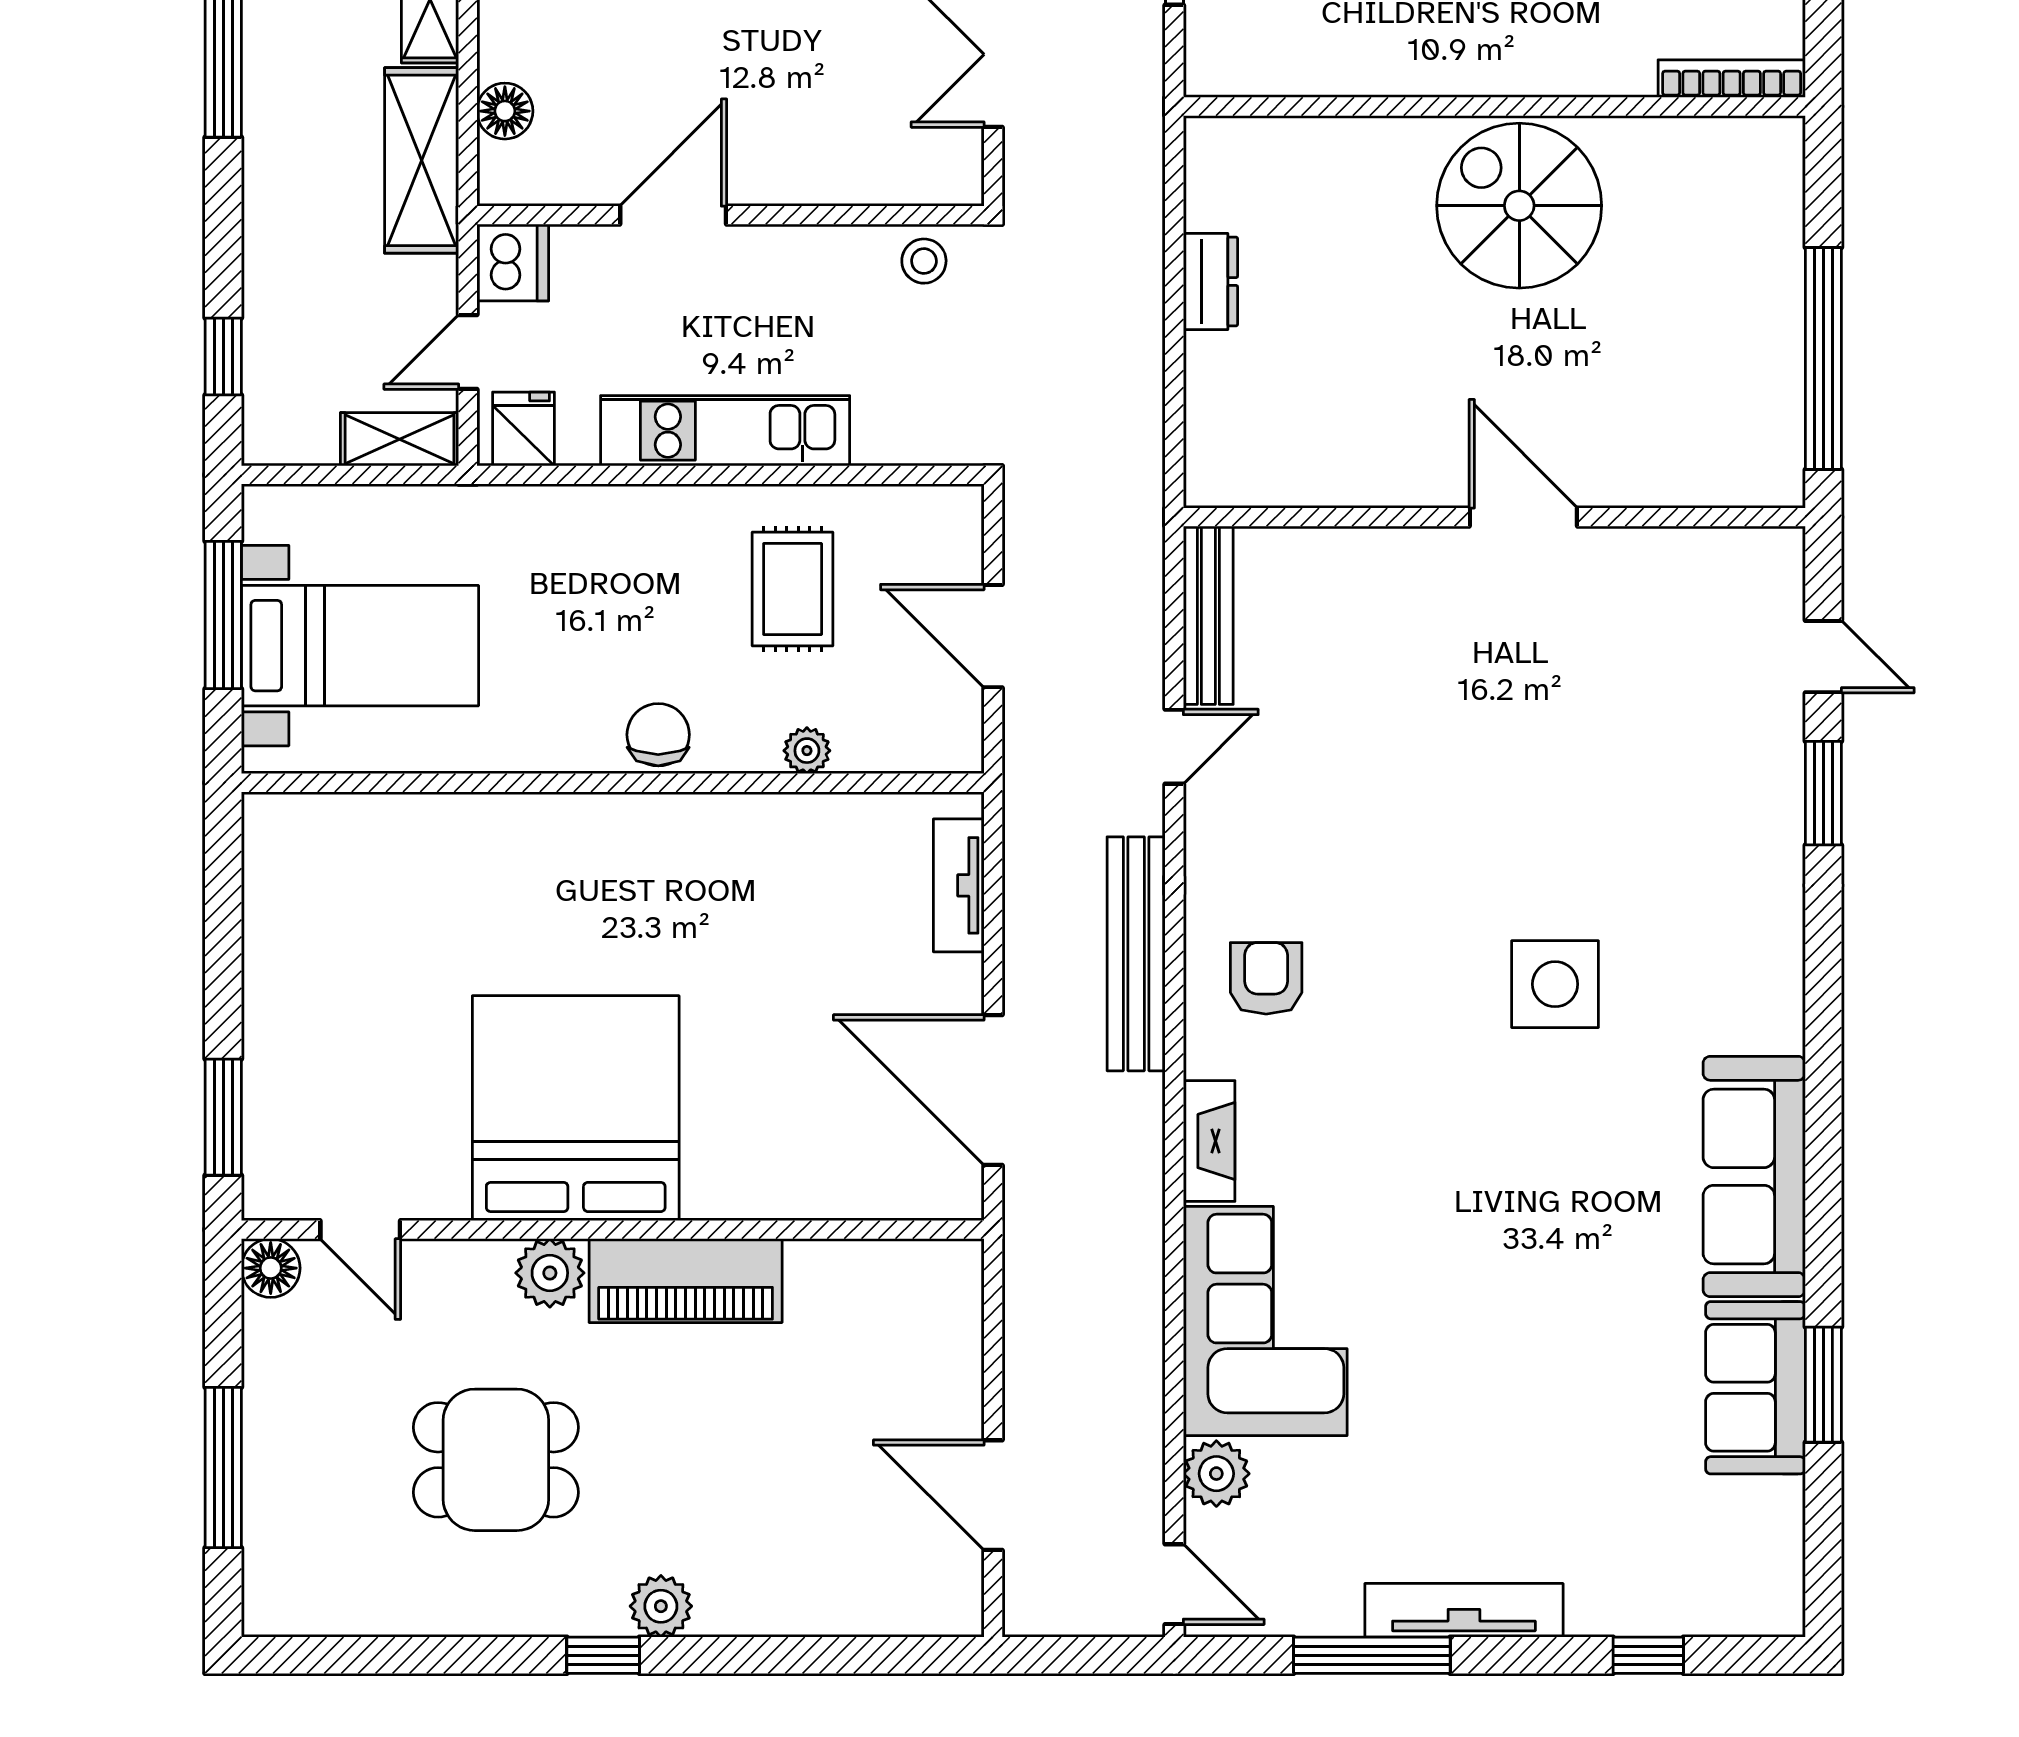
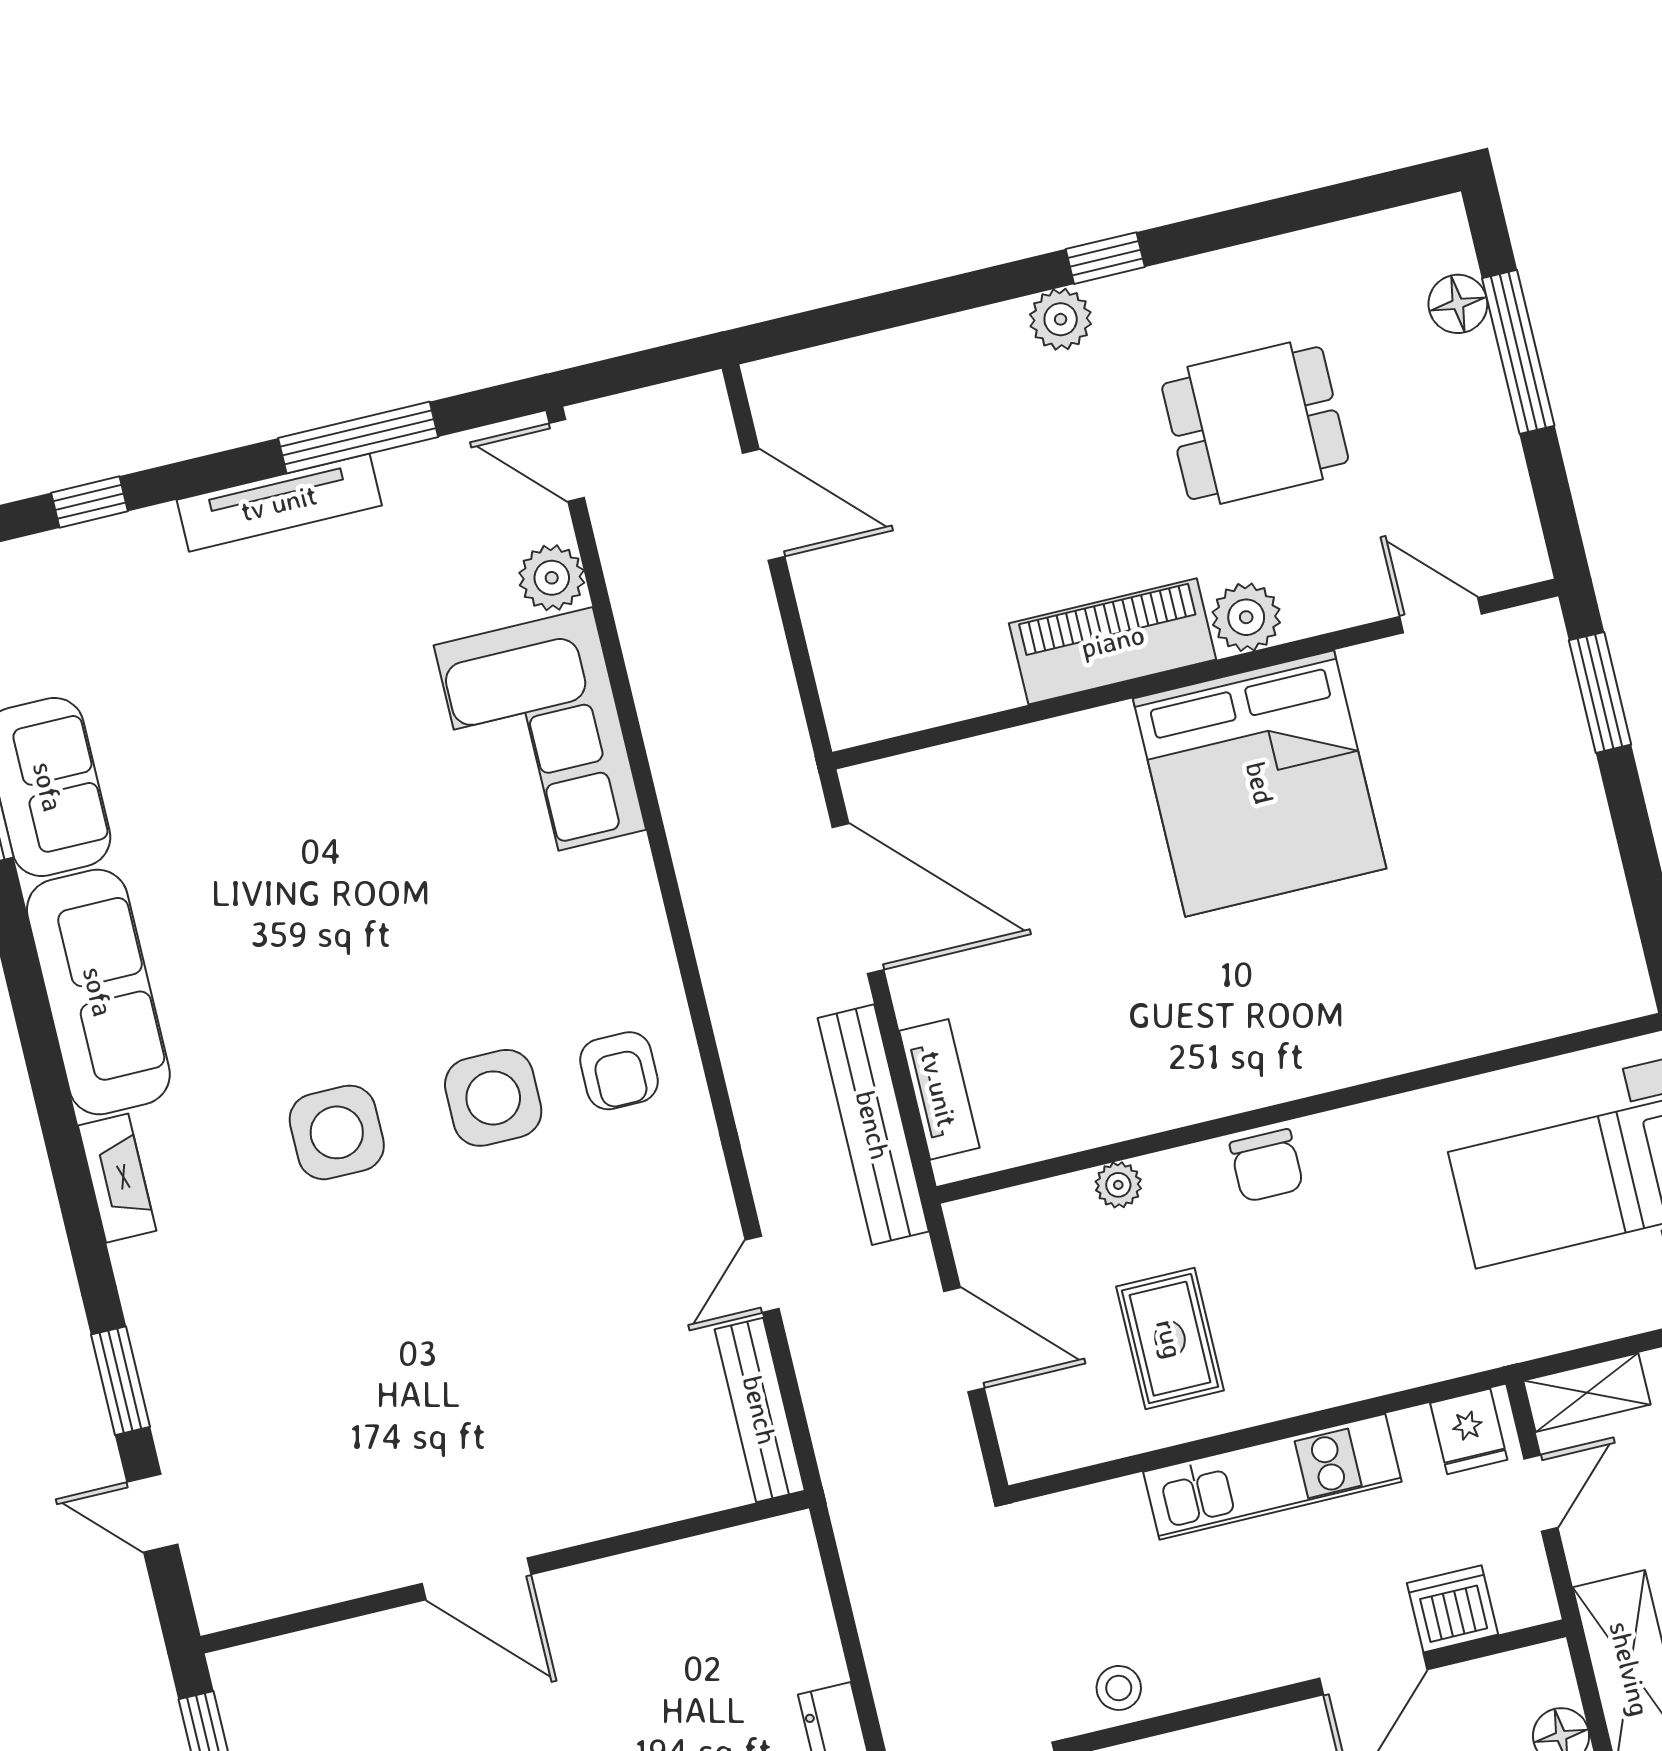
dishwasher: (513, 263) -> (1453, 1609), moved, turned 90
bench: (1136, 954) -> (873, 1125), moved
side table: (1395, 981) -> (493, 1098), added
fireplace: (1209, 1141) -> (117, 1178), moved, turned 180
floor lamp: (271, 1268) -> (1458, 304), moved

